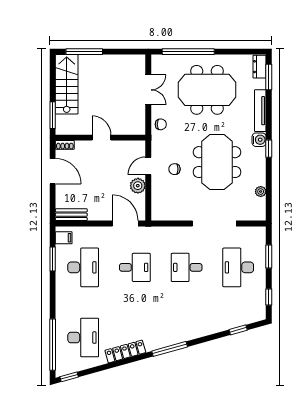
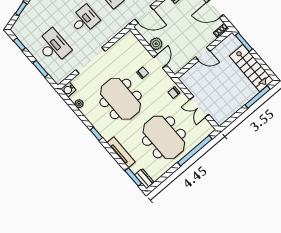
meeting table: (207, 90) -> (164, 137), turned 90
water cooler: (259, 140) -> (68, 89), moved

